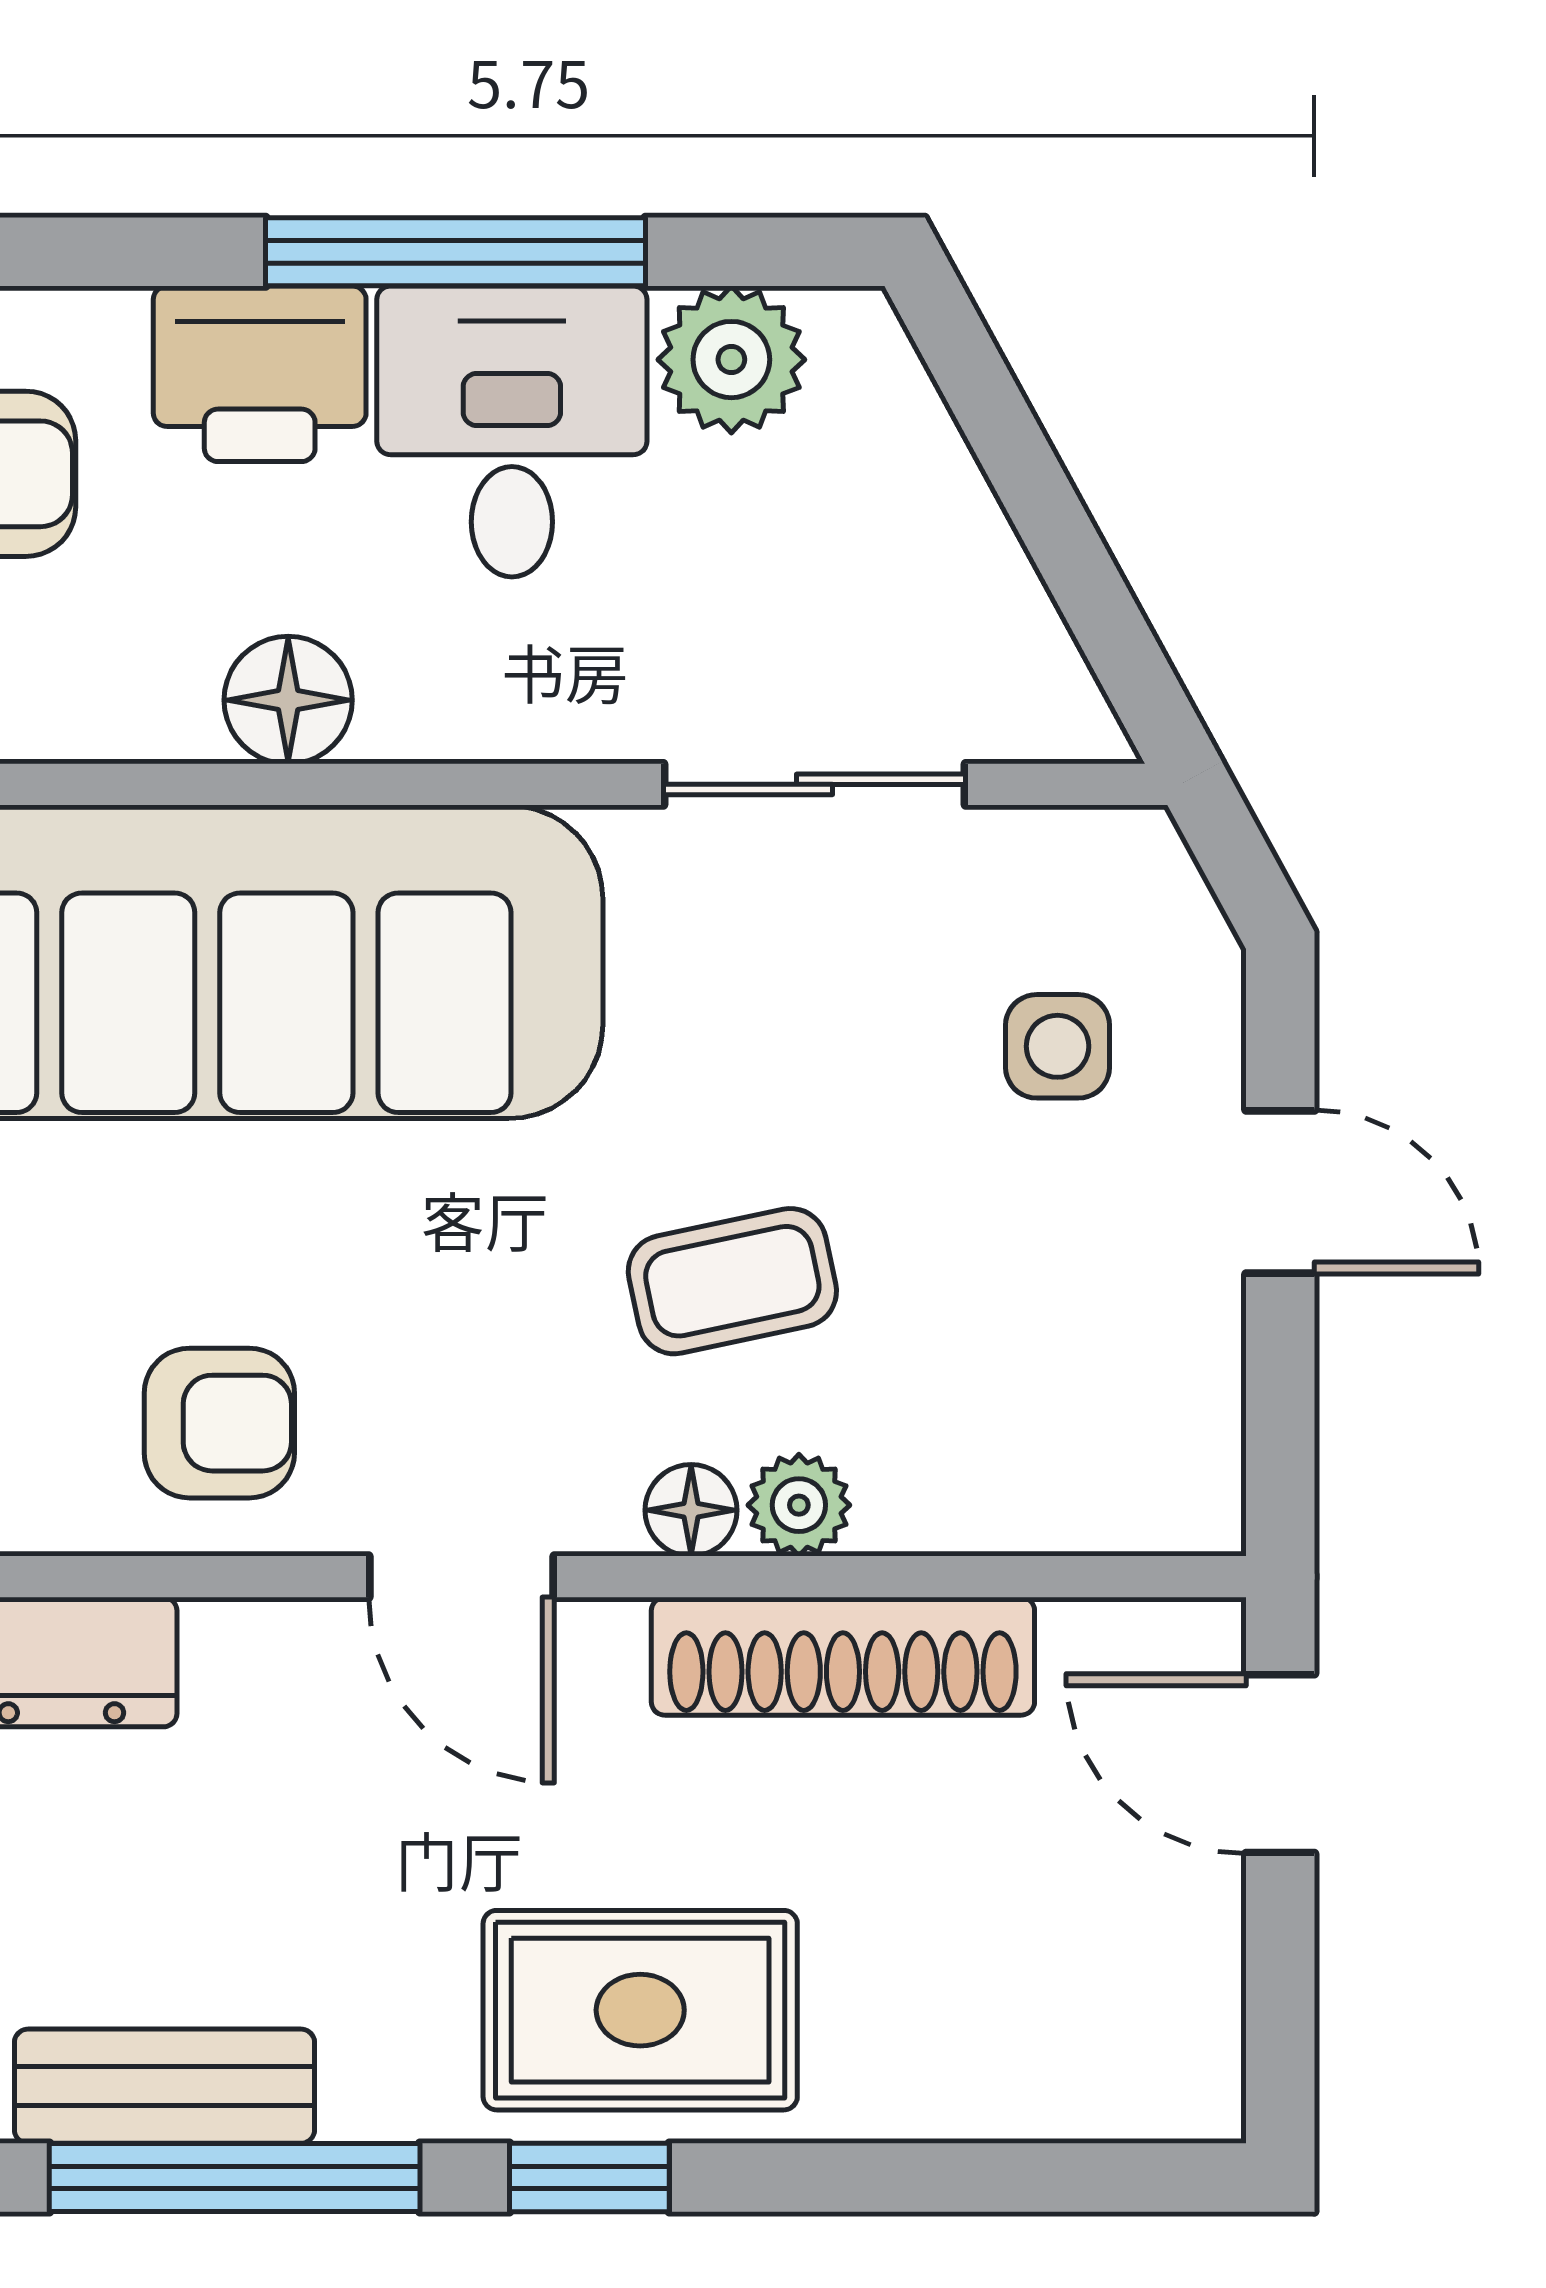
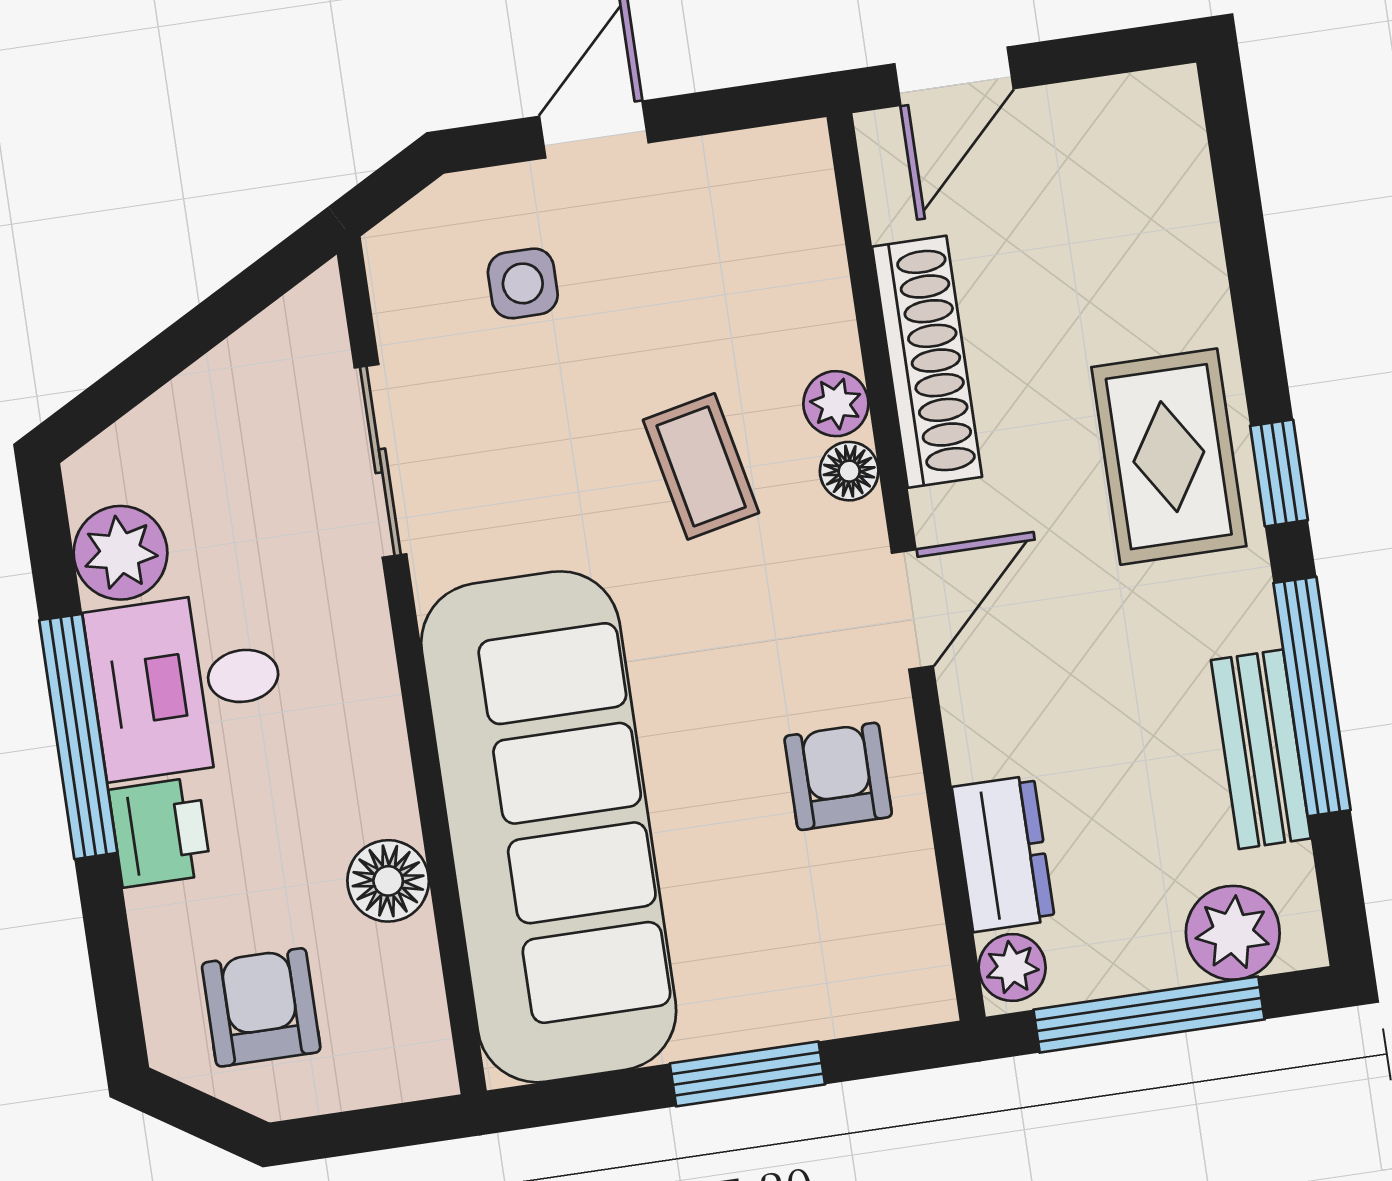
printer: (260, 374) -> (160, 832), width x0.73, depth x0.81
floor lamp: (288, 700) -> (388, 881), moved

